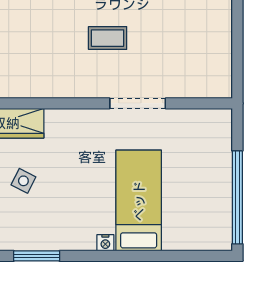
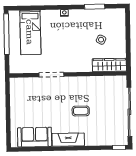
coffee table: (108, 38) -> (81, 111), moved
bed: (139, 201) -> (30, 32), moved

